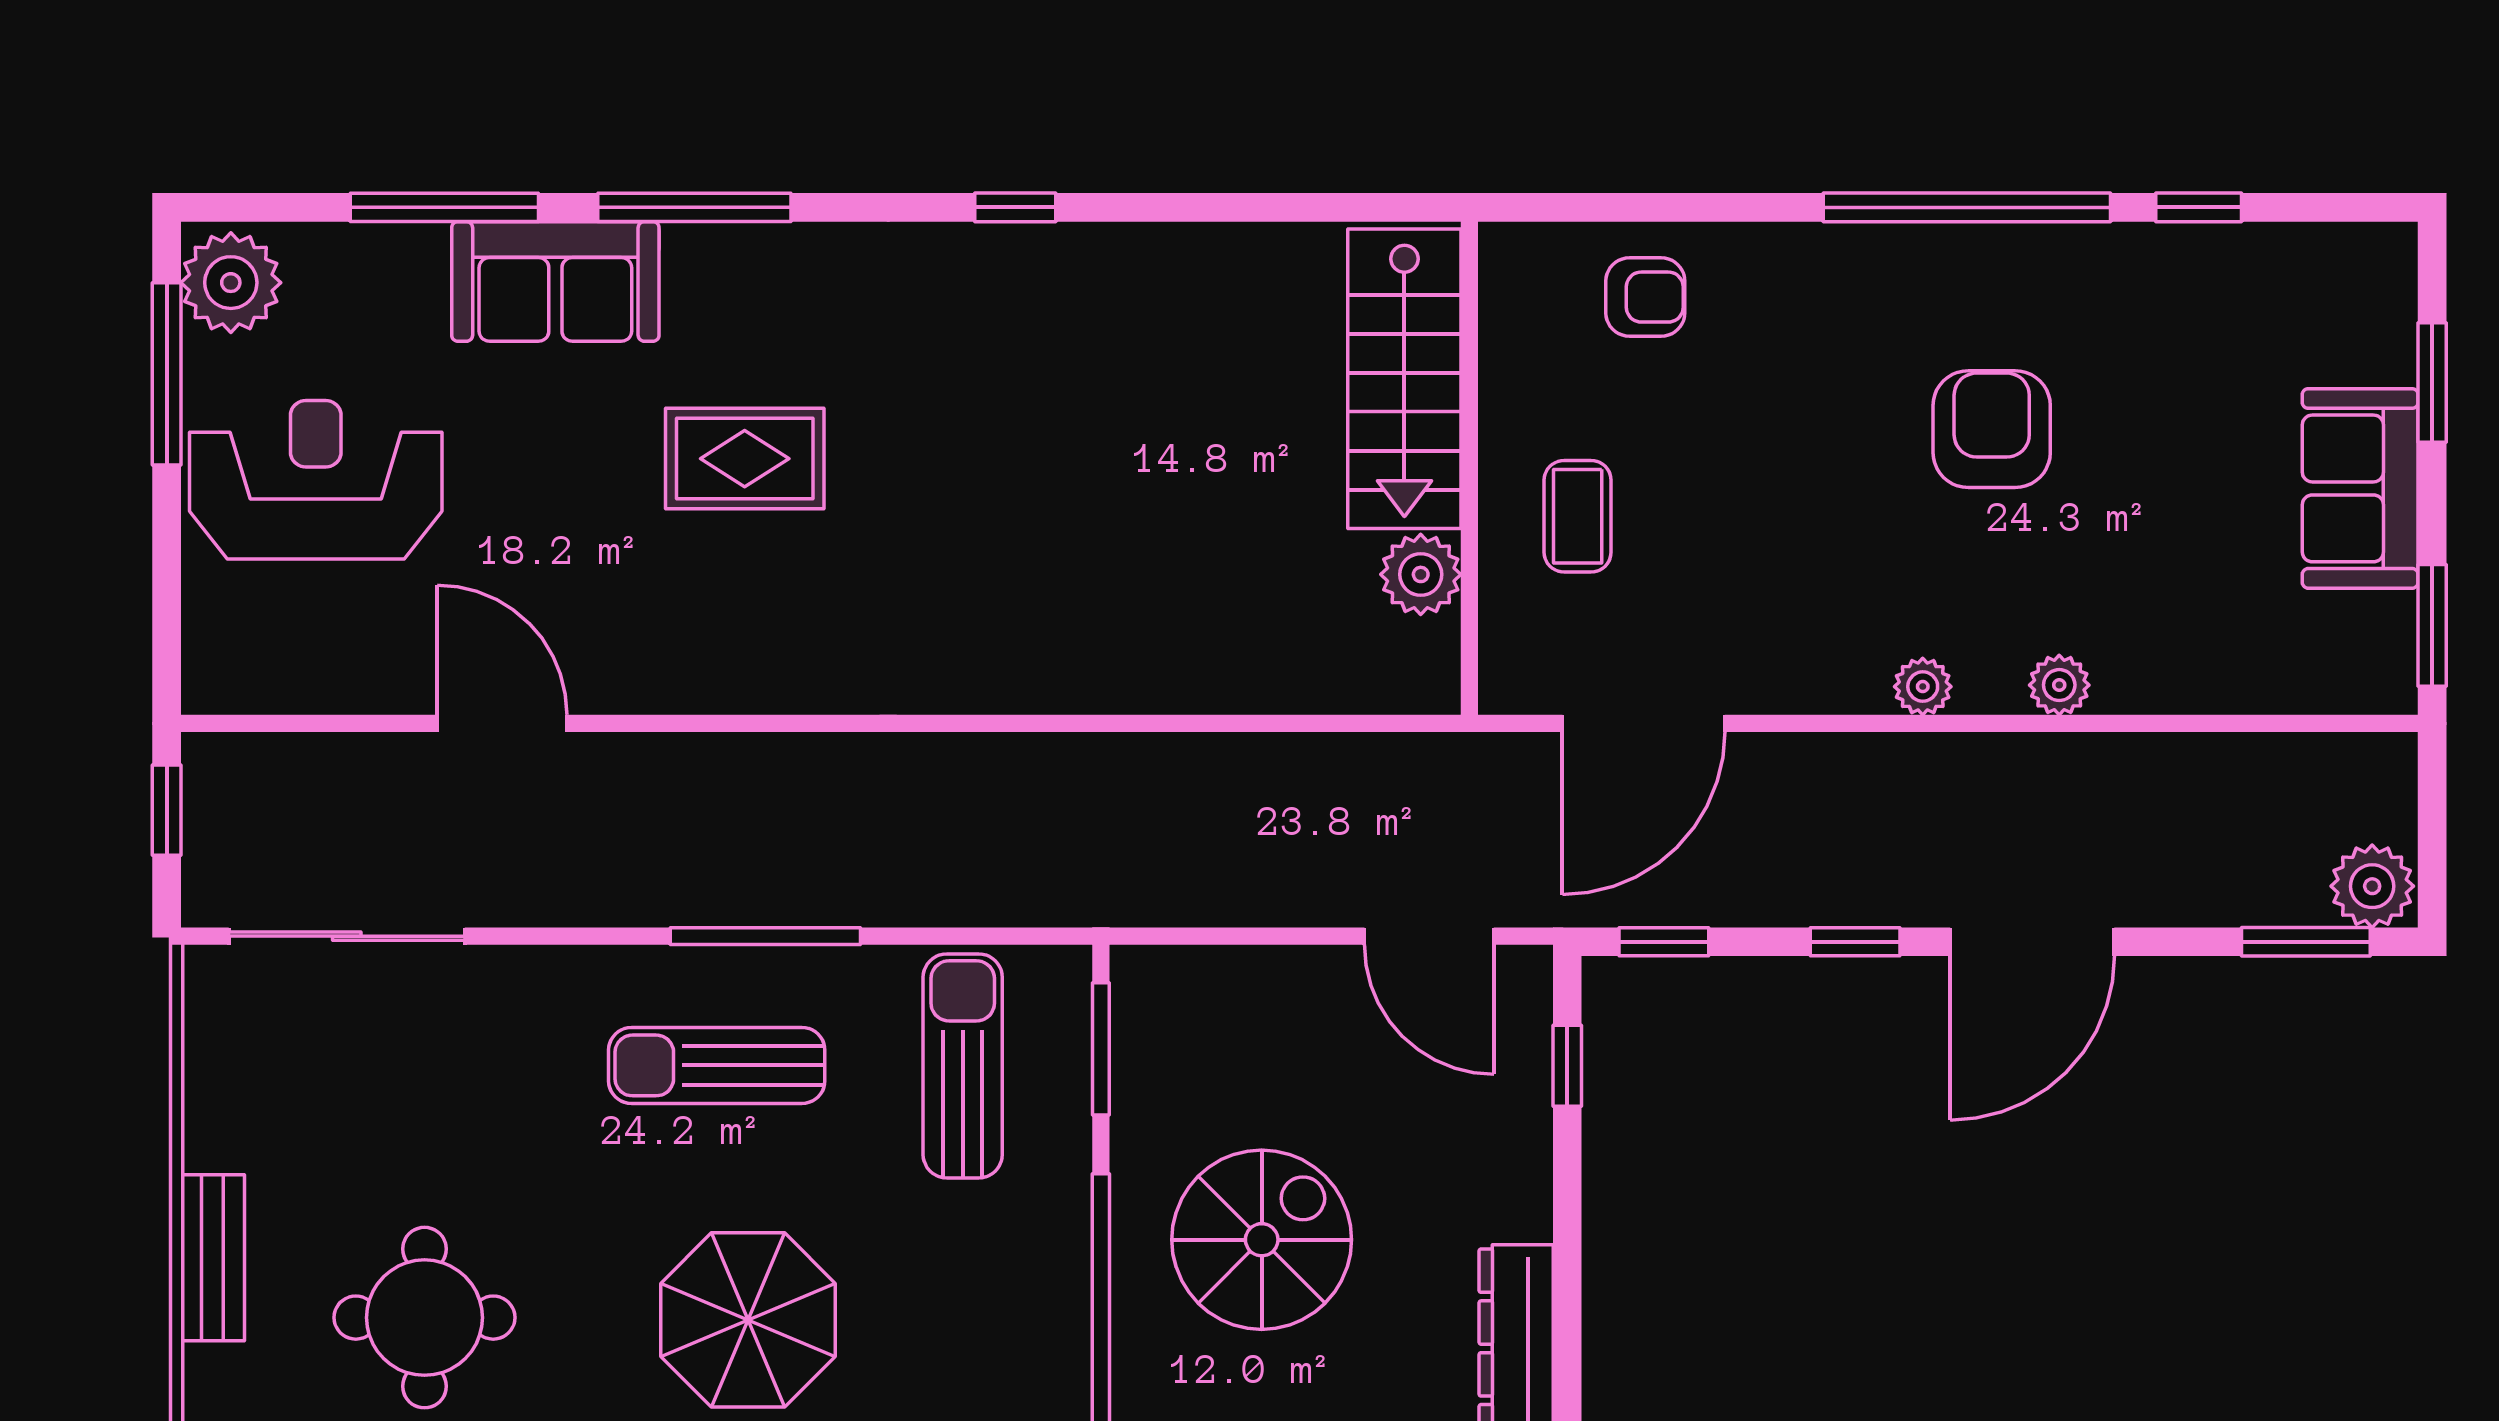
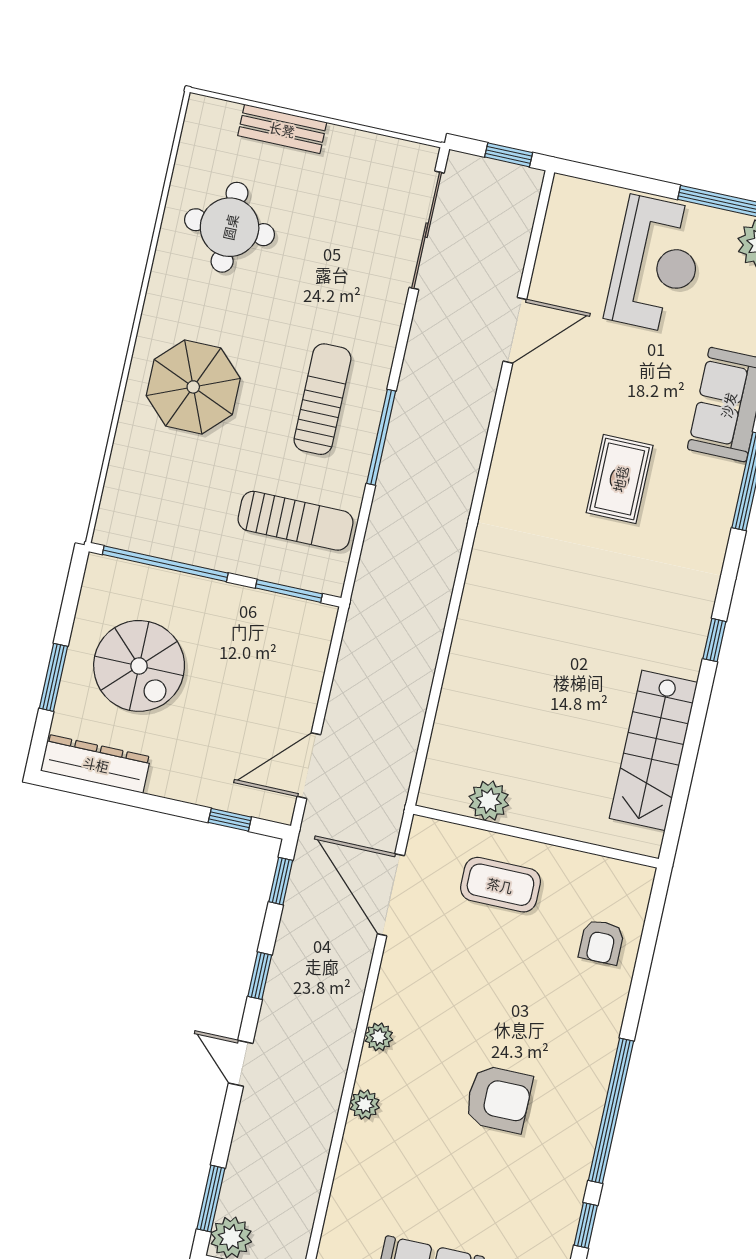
stairs: (1404, 379) -> (654, 750), moved, turned -90
coffee table: (1578, 516) -> (500, 885), width x1.36, depth x1.30
door: (2032, 942) -> (241, 1063), width x0.53
spiral stairs: (1262, 1240) -> (139, 666), moved

